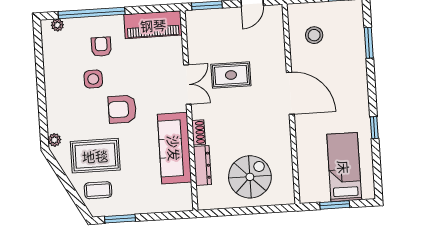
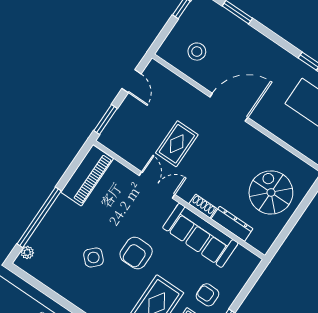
armchair: (101, 47) -> (208, 295), moved
side table: (93, 79) -> (93, 257), turned 45

